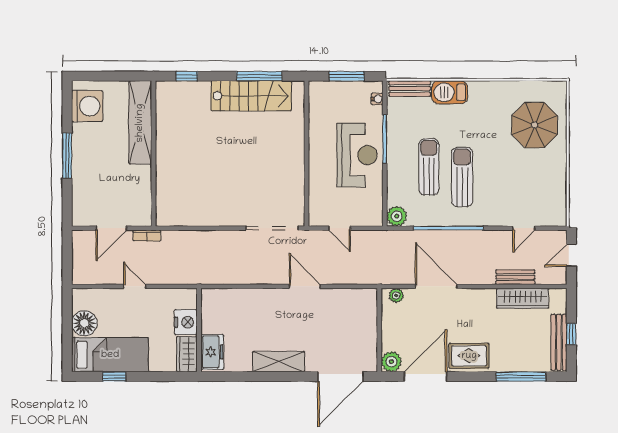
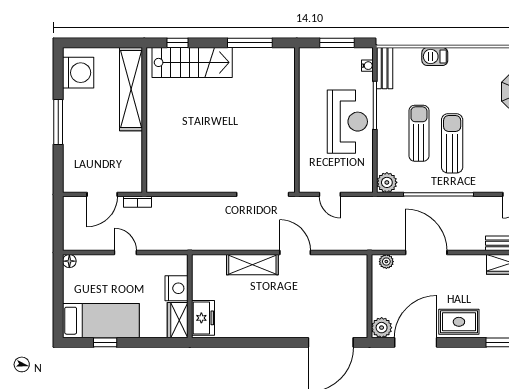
bench: (410, 89) -> (385, 68), moved, turned 90
barbecue: (450, 92) -> (435, 57), width x0.73, depth x0.79
stairs: (251, 96) -> (192, 62), moved
floor lamp: (84, 323) -> (69, 261), moved, width x0.53, depth x0.53
shelving: (279, 362) -> (252, 265), moved

